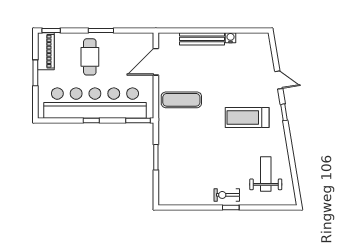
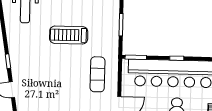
exercise mat: (181, 100) -> (97, 74), turned 90
treadmill: (247, 117) -> (69, 35), moved, turned 180

